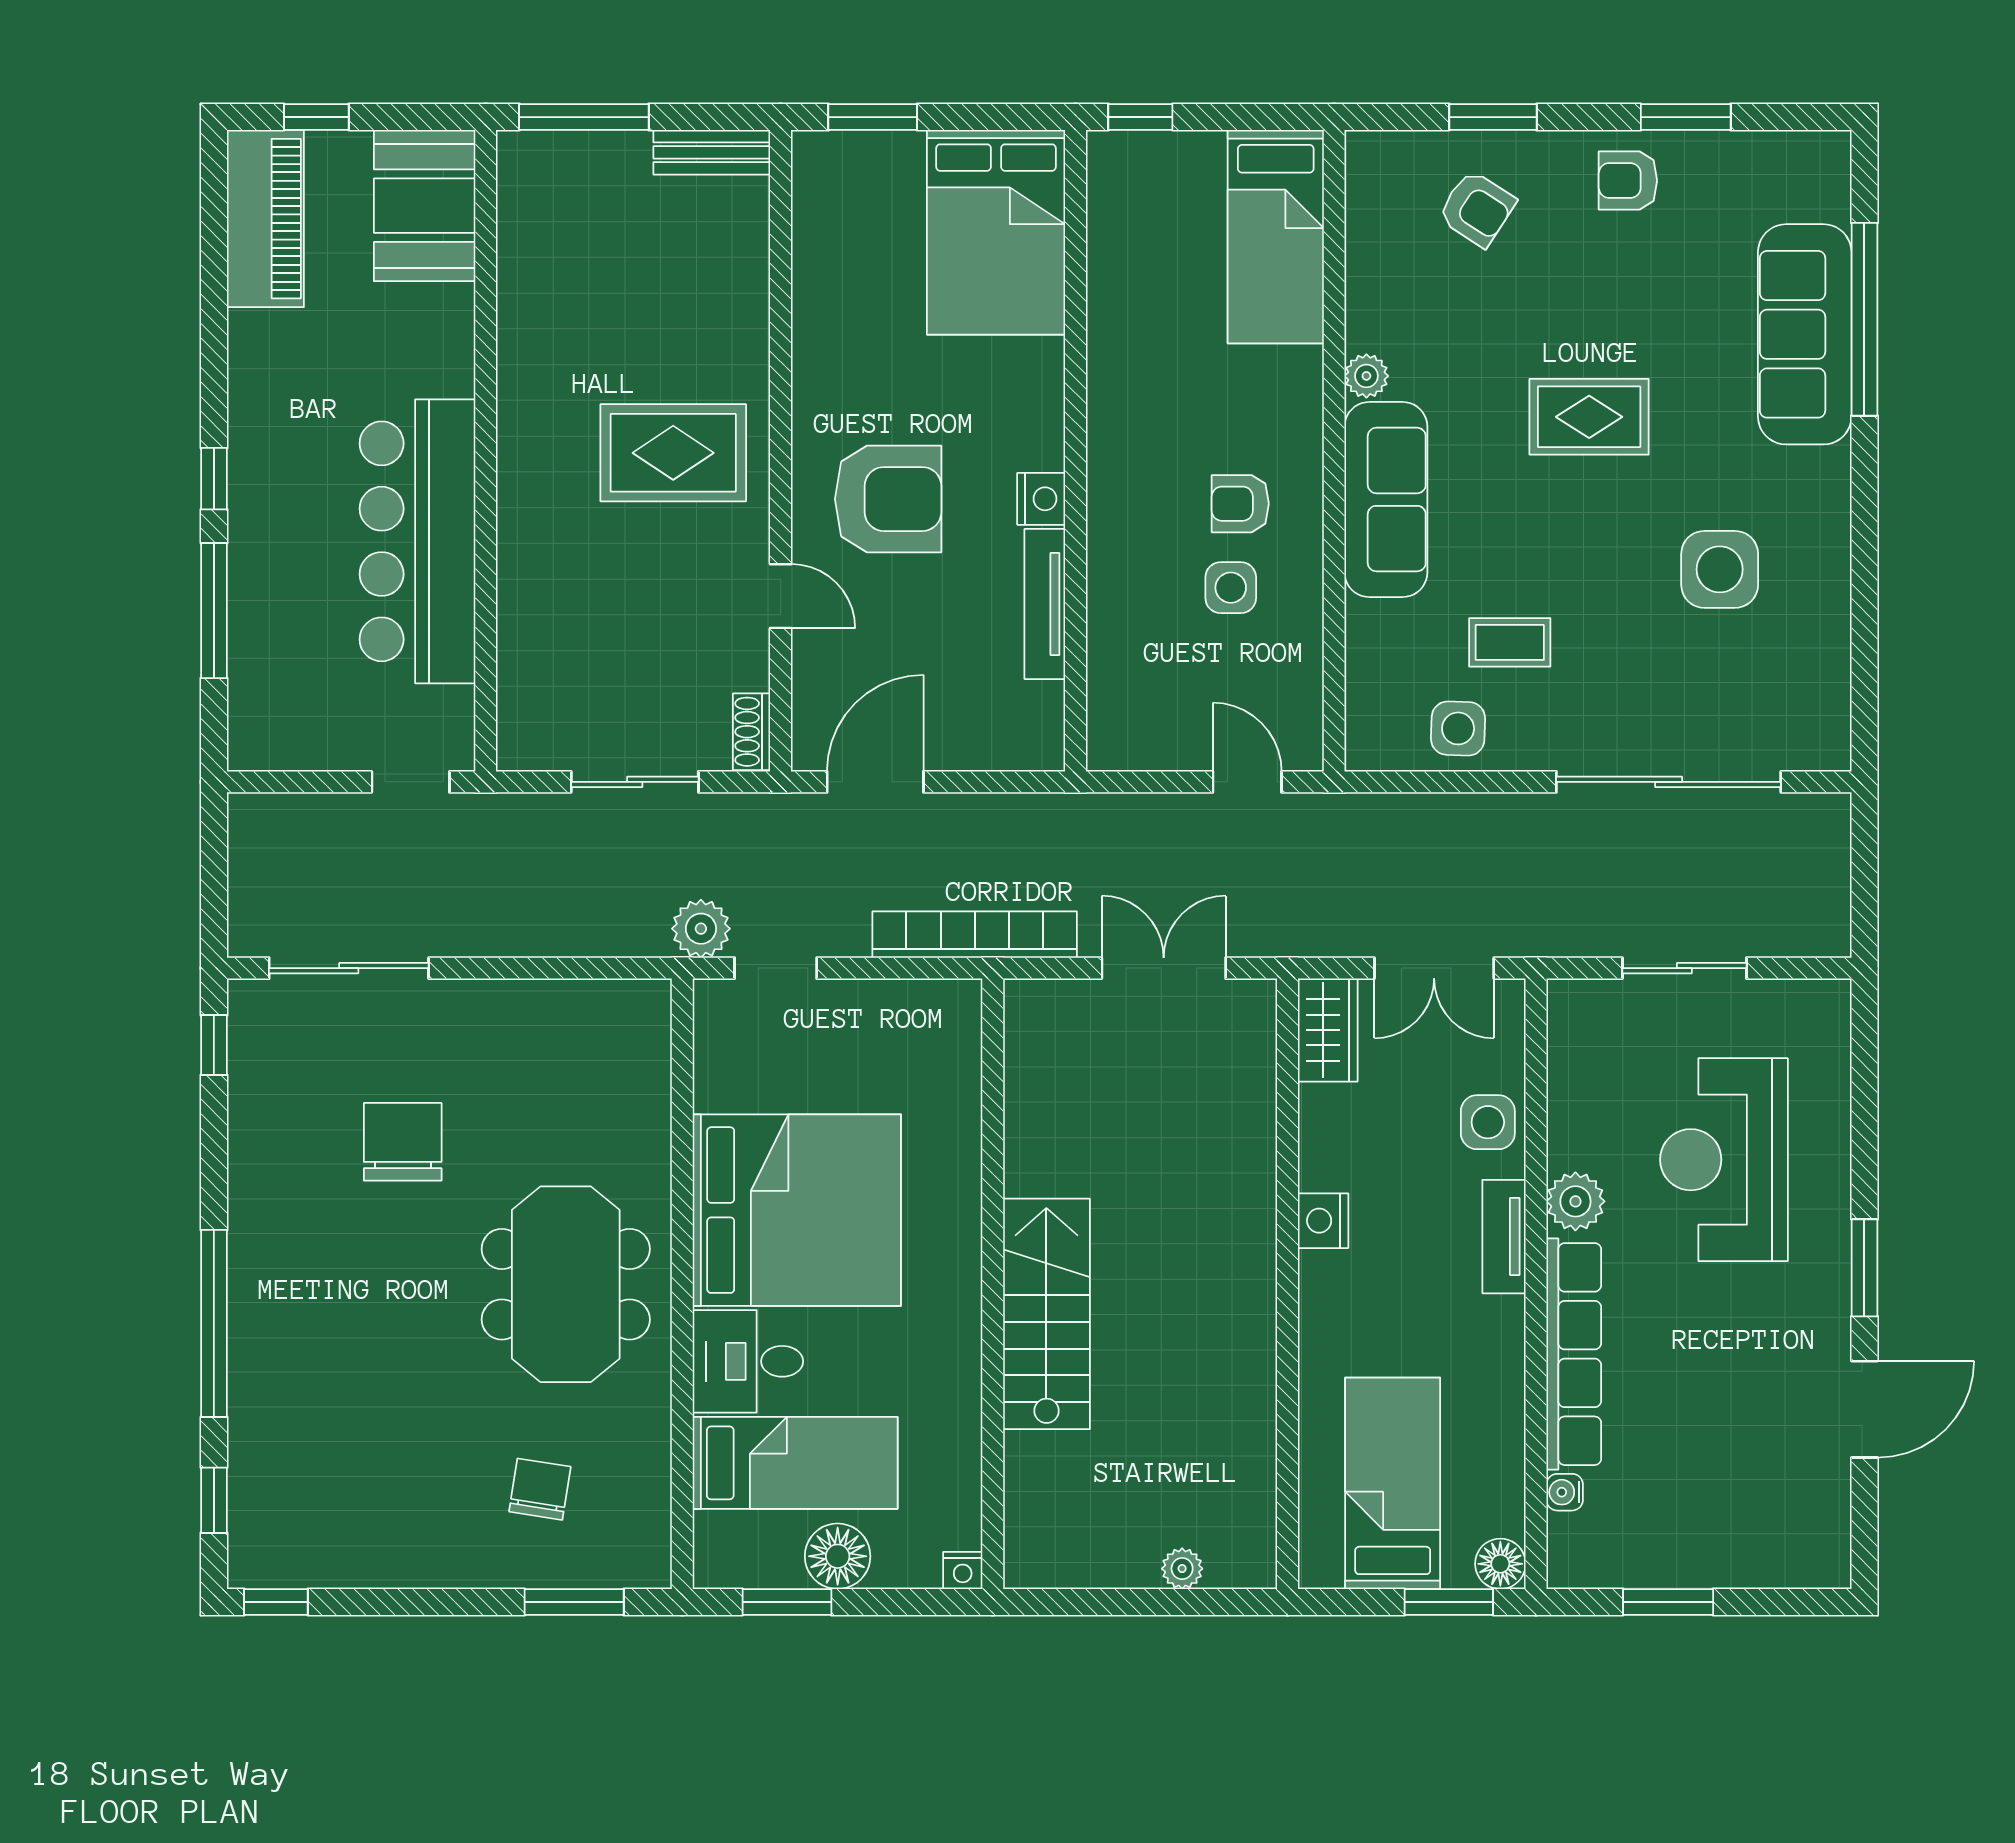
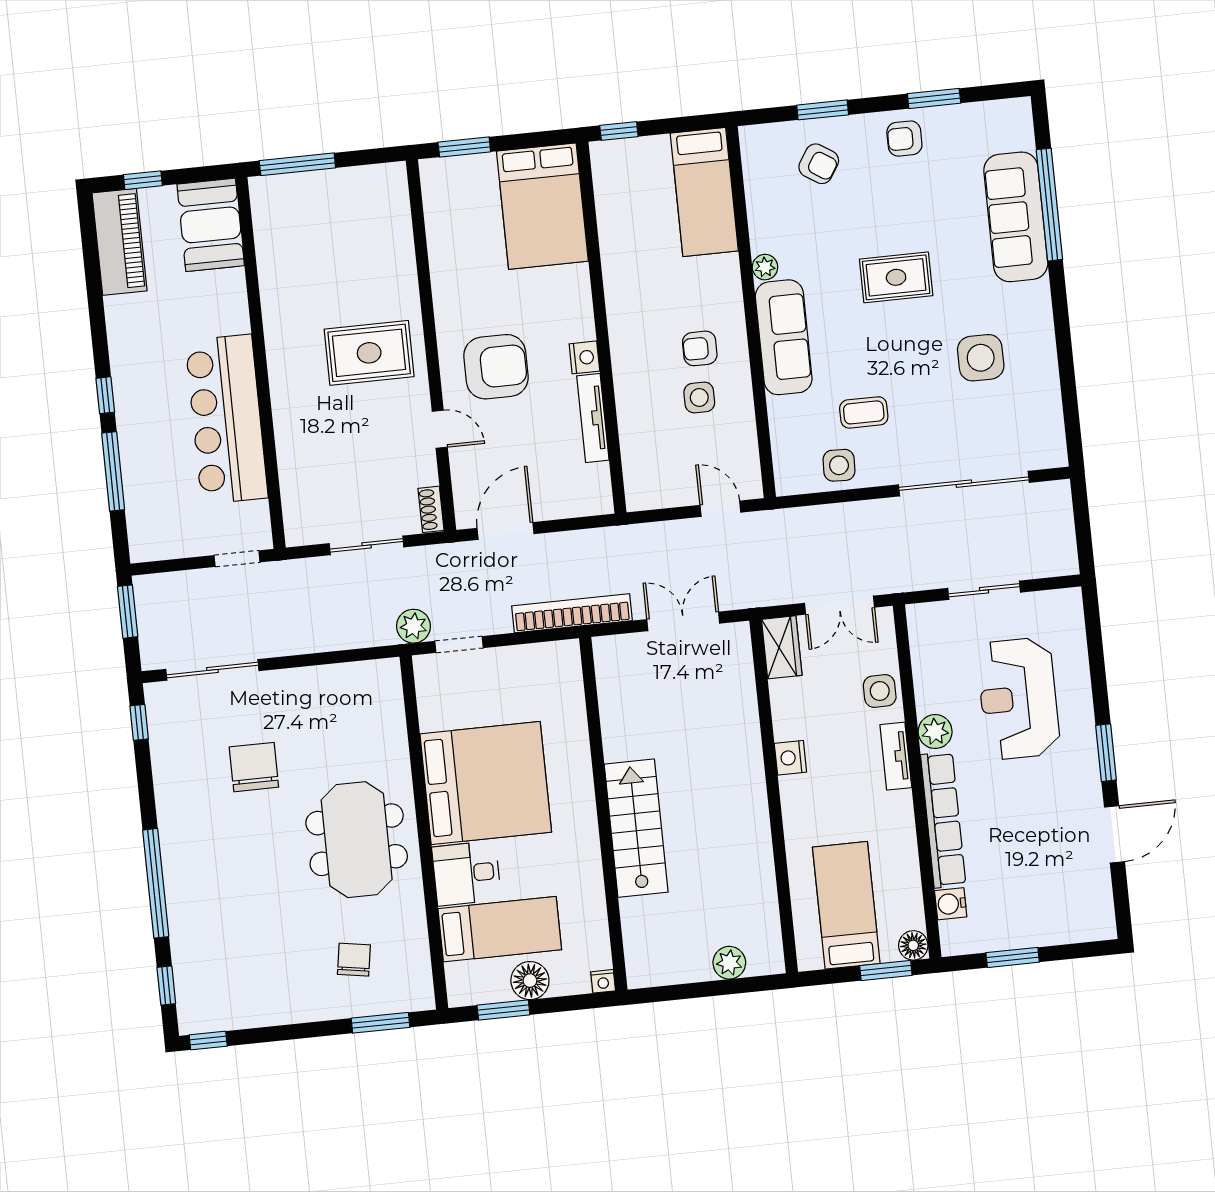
bench: (712, 152) -> (373, 177), removed
window: (214, 853) -> (128, 612), added
water cooler: (1565, 1492) -> (951, 904), width x1.38, depth x1.38
plant: (1182, 1569) -> (729, 963), width x1.38, depth x1.38

